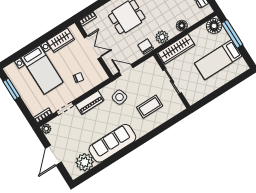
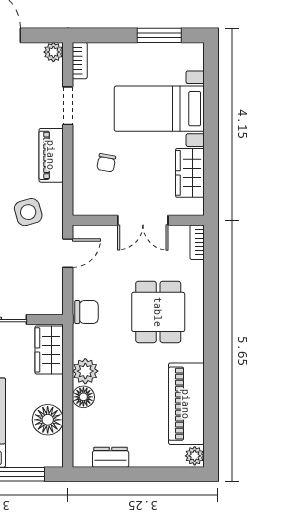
floor lamp: (214, 26) -> (48, 420), moved
plant: (162, 37) -> (85, 371), moved
wardrobe: (176, 49) -> (49, 350), width x0.67

